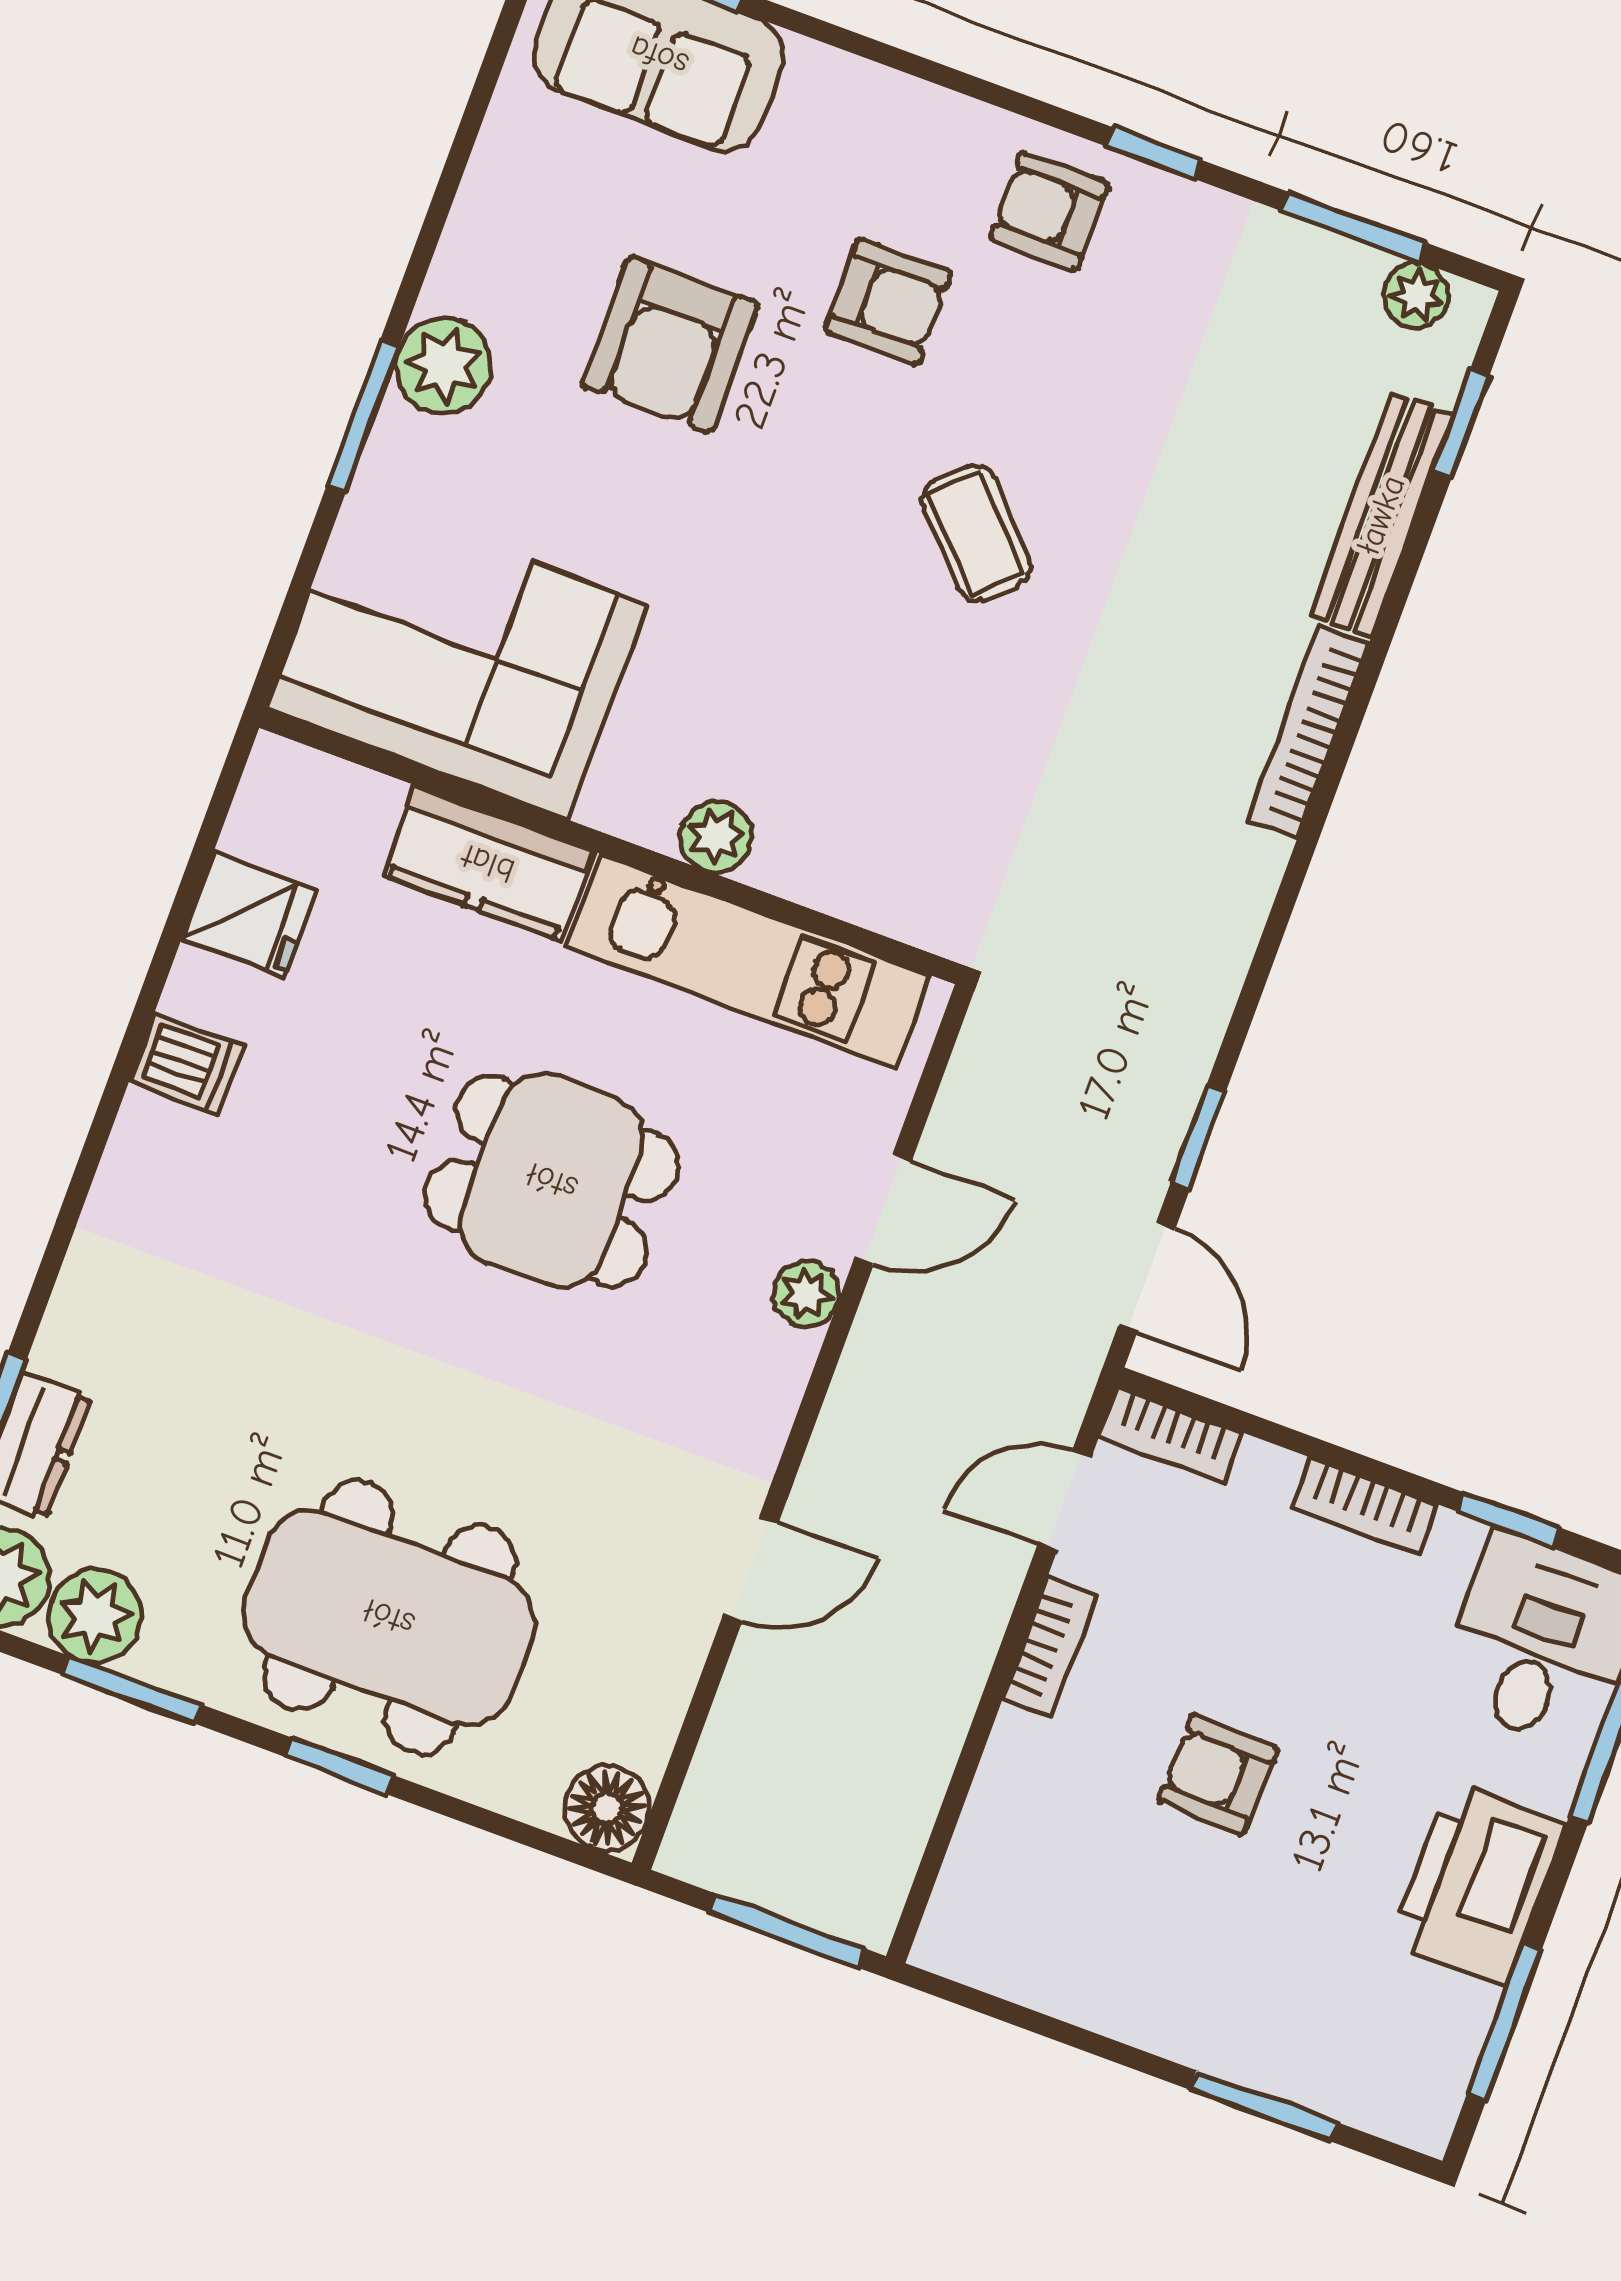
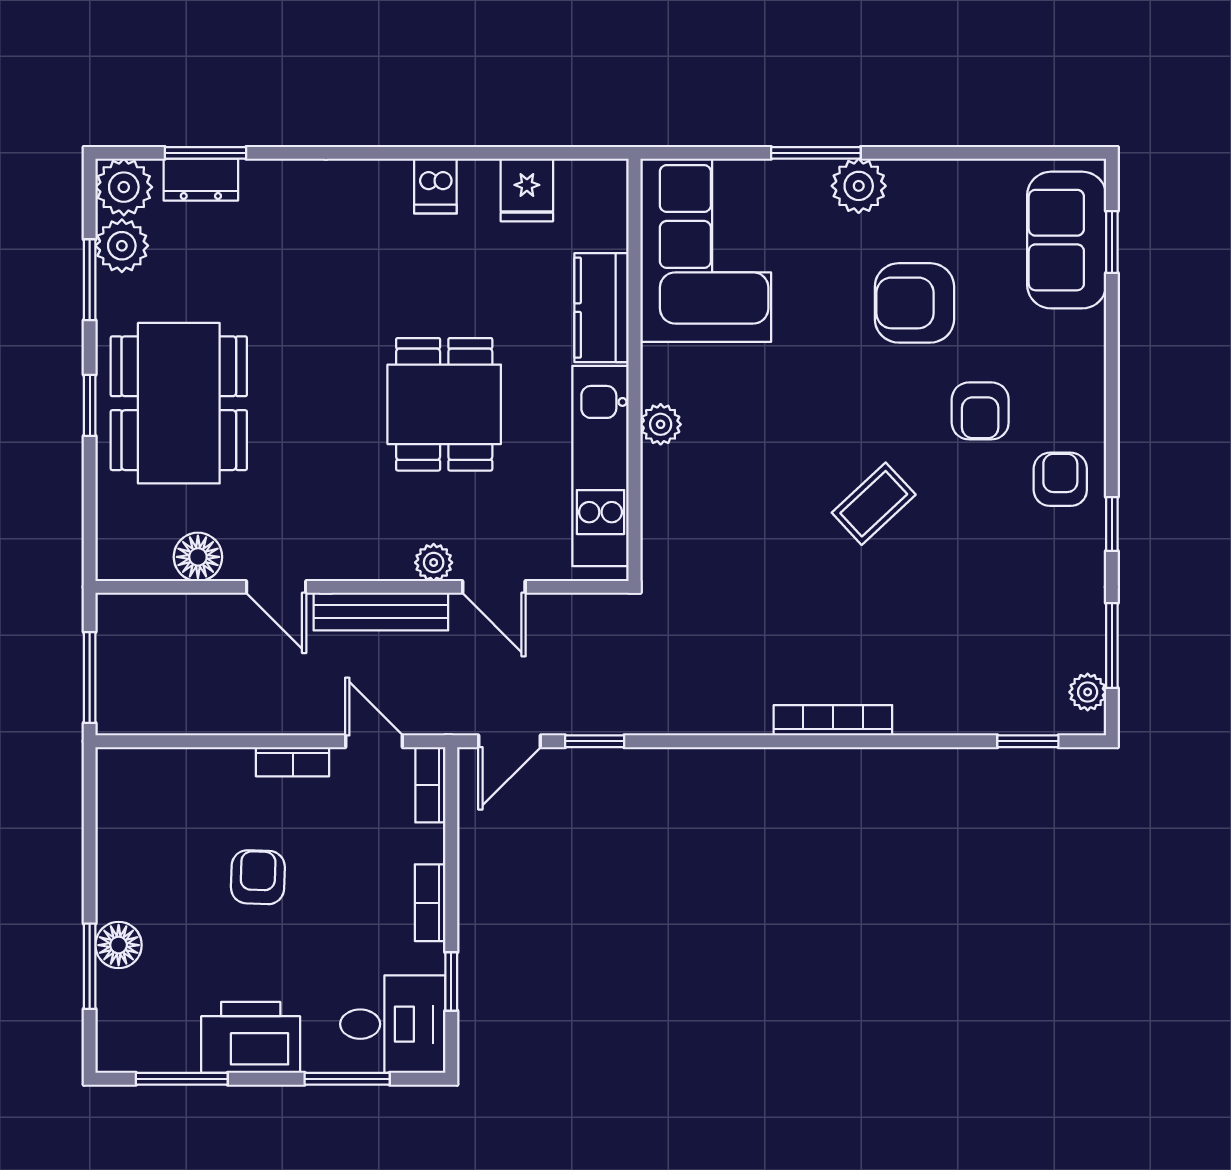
bench: (1381, 515) -> (381, 612), moved
floor lamp: (607, 1808) -> (198, 557), moved
floor lamp: (1245, 2045) -> (119, 945), added

